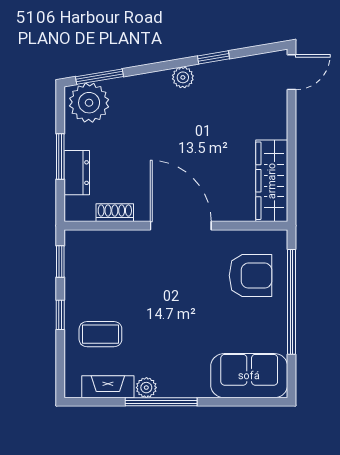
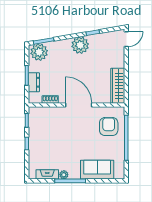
plant: (183, 77) -> (80, 45), width x1.87, depth x1.87
armchair: (251, 276) -> (109, 127), turned -90
coffee table: (100, 334) -> (44, 152), removed
sofa: (249, 376) -> (97, 170), moved

